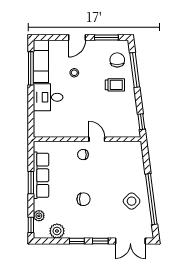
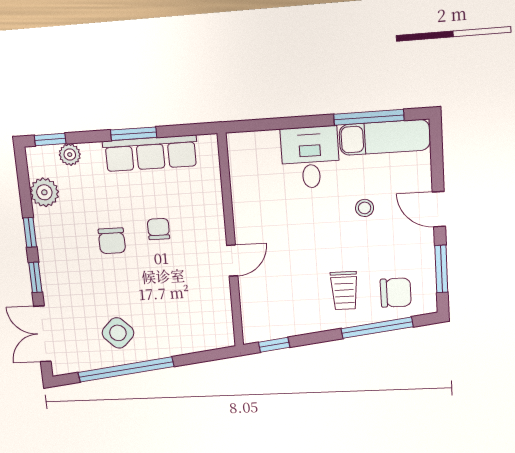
chair: (83, 155) -> (158, 229), moved

